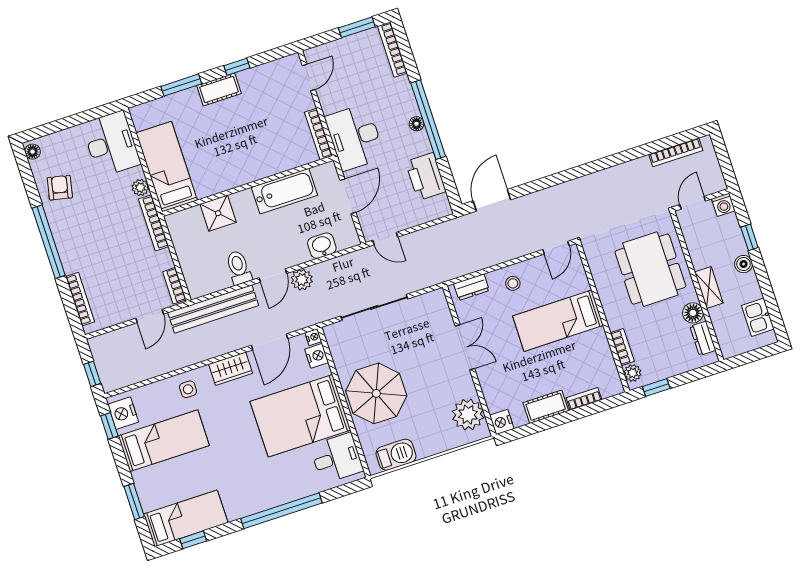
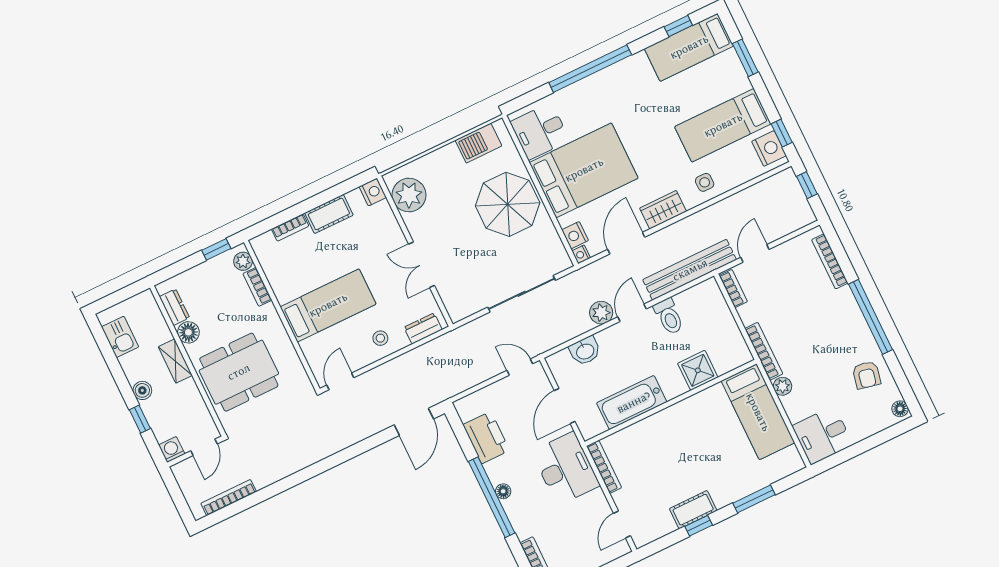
cot: (219, 89) -> (693, 510), moved
desk: (111, 144) -> (823, 435), width x0.73
dining table: (650, 269) -> (239, 372), turned 90

